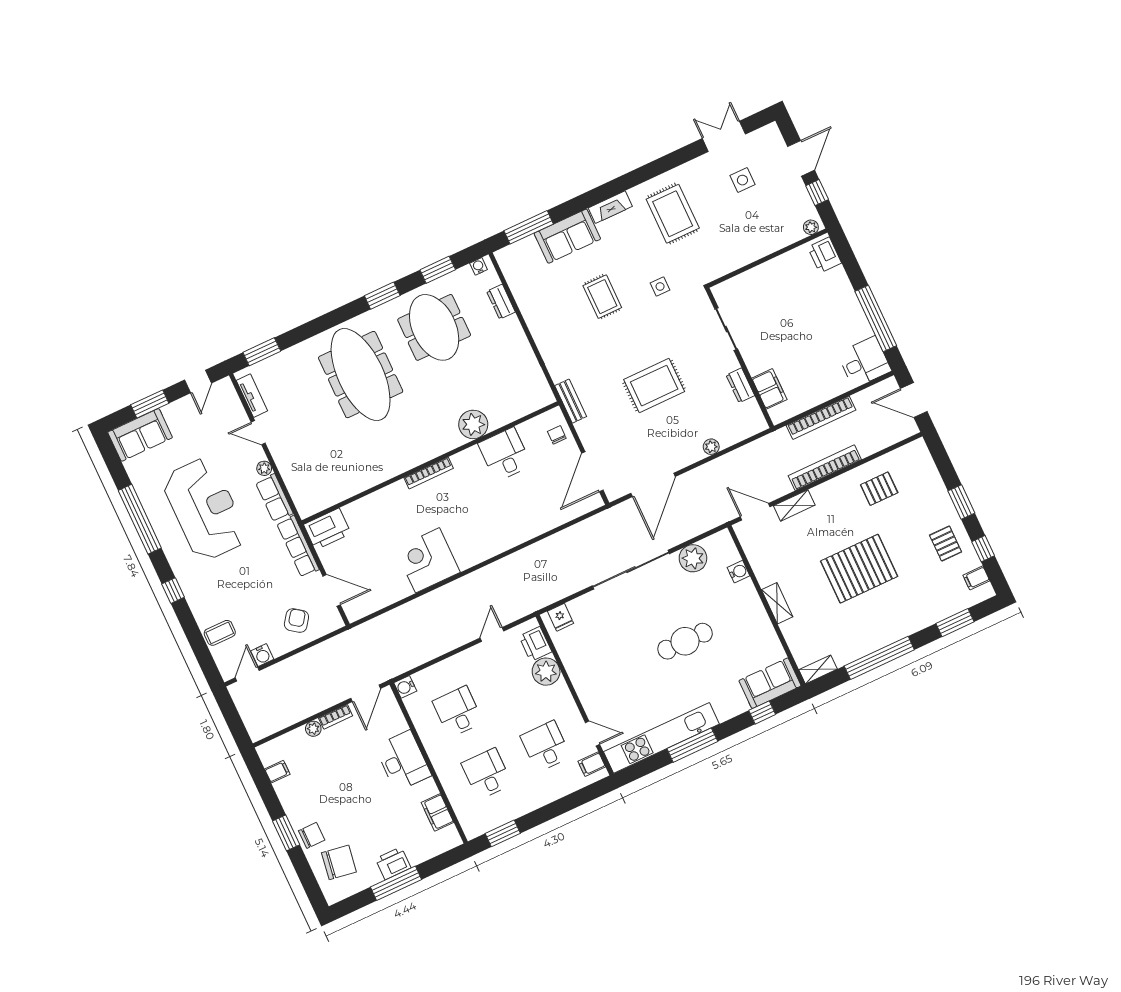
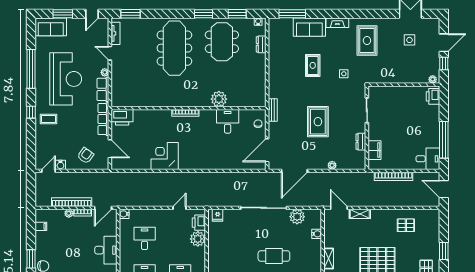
rug: (654, 386) -> (318, 122), turned 90
bookcase: (825, 468) -> (72, 202), moved
coffee table: (220, 633) -> (49, 119), moved

